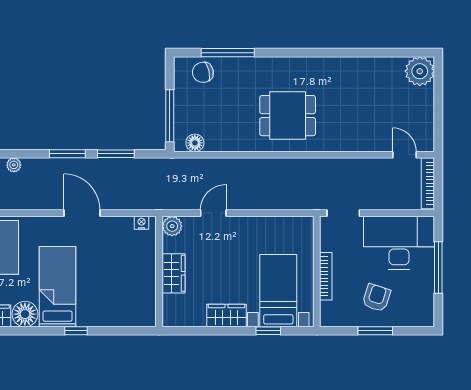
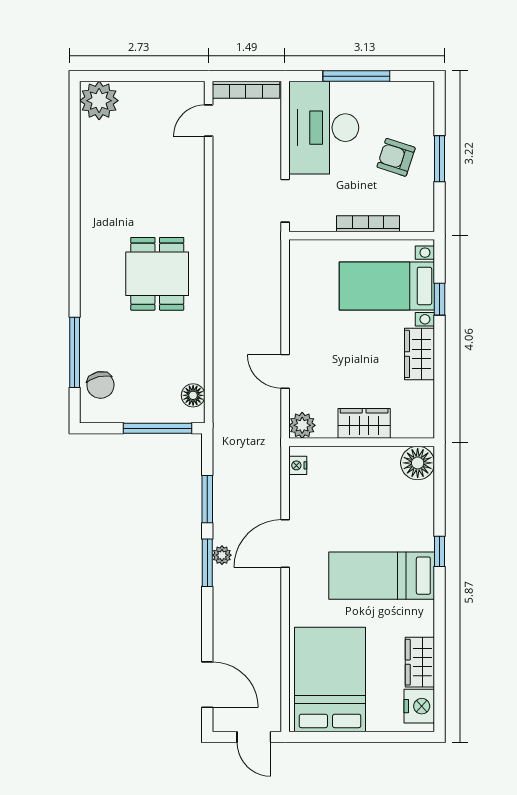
plant: (14, 165) -> (222, 555), moved
floor lamp: (25, 314) -> (418, 463), moved

